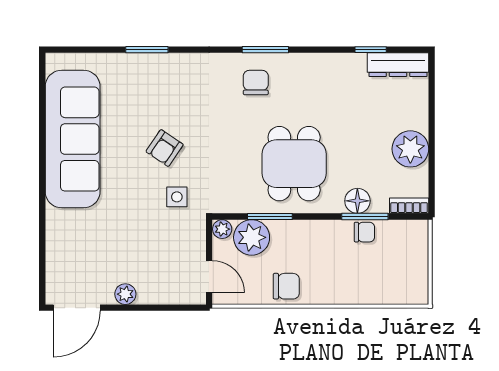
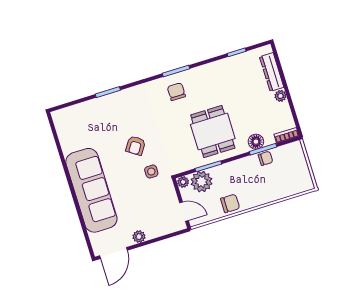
dresser: (398, 65) -> (272, 72), moved, turned 90
sofa: (73, 139) -> (91, 190), moved
plant: (410, 149) -> (281, 96), width x0.53, depth x0.53

